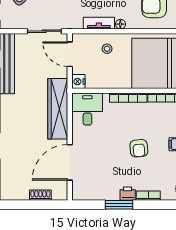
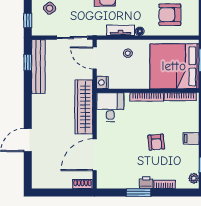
shoe rack: (40, 195) -> (82, 184), moved

